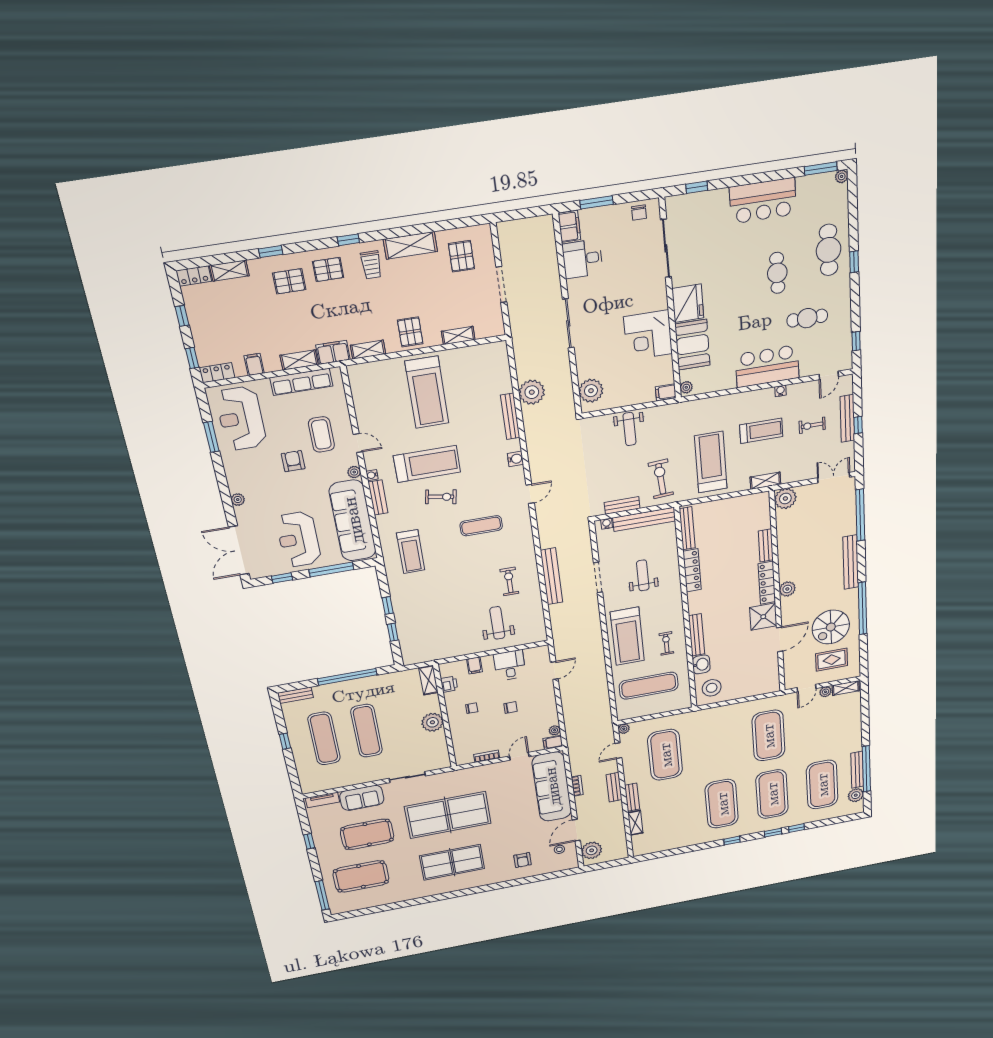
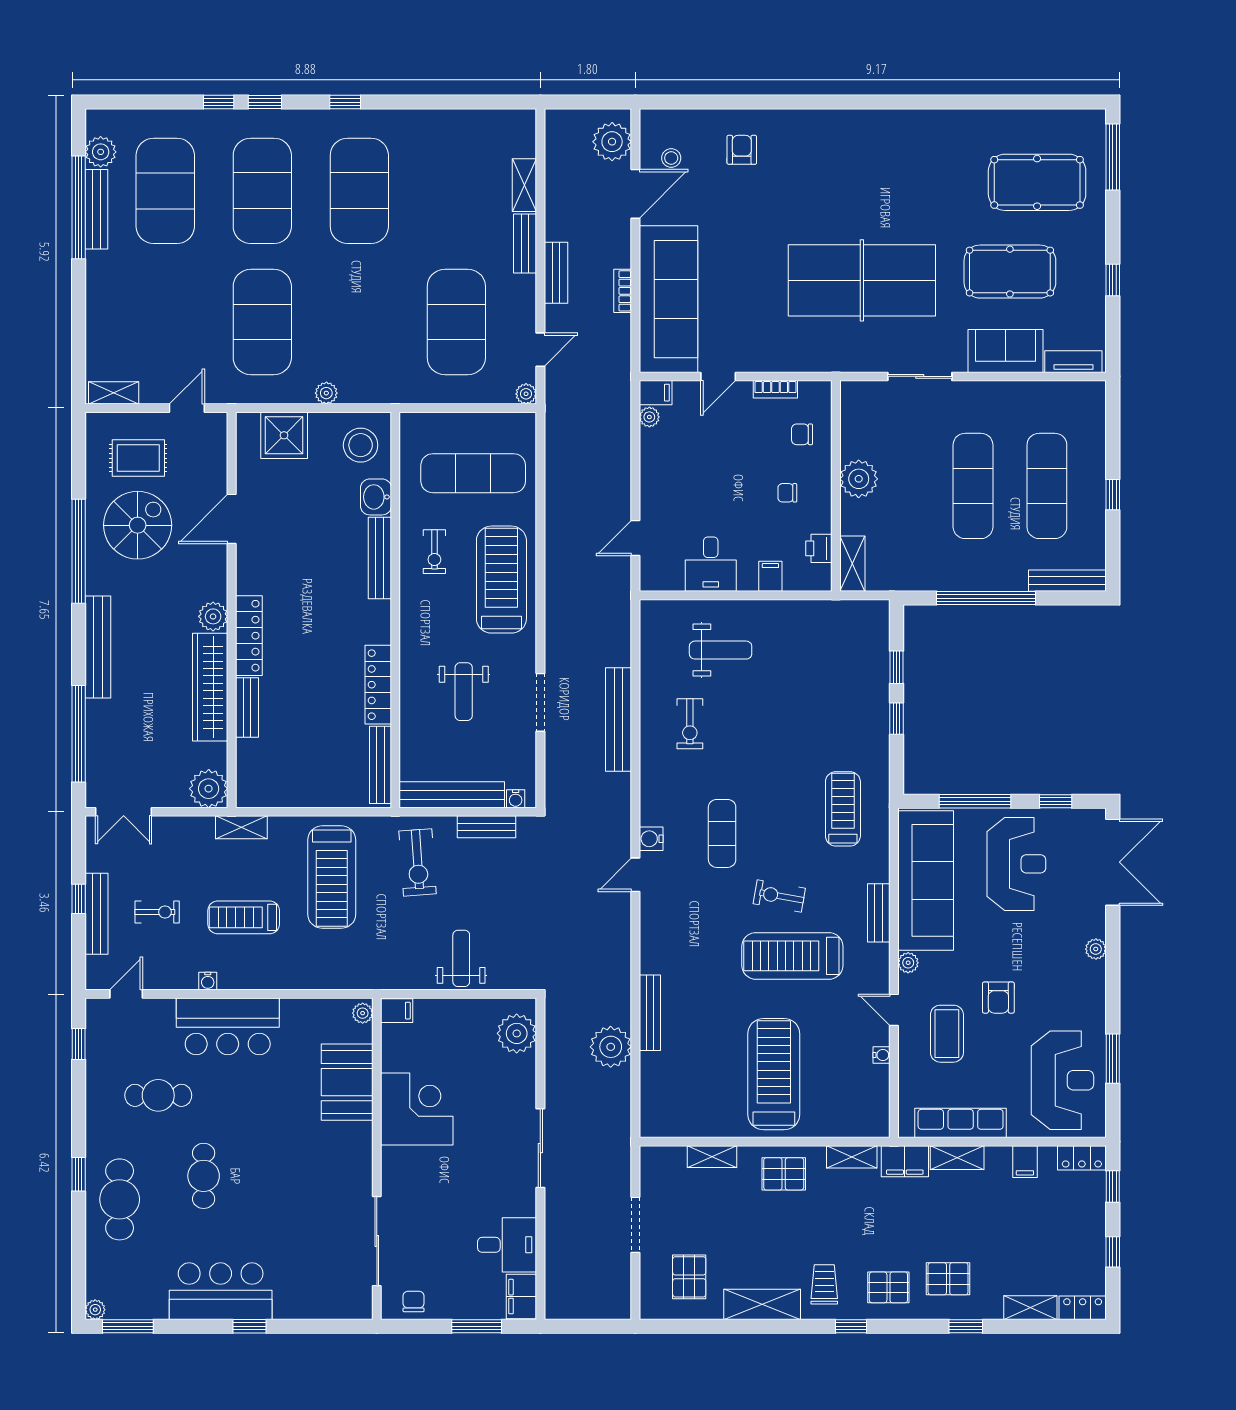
window: (697, 187) -> (249, 1326), moved
fridge: (688, 303) -> (349, 1150), removed
pallet: (410, 332) -> (784, 1174), turned 90
water cooler: (515, 459) -> (651, 839), moved
water cooler: (372, 475) -> (881, 1055), moved
exercise mat: (481, 526) -> (722, 833), turned 90
wardrobe: (787, 552) -> (210, 687), added
shower: (763, 617) -> (284, 435), moved
weight bench: (497, 623) -> (721, 650), turned -90
plant: (826, 692) -> (326, 393), moved
bench: (295, 695) -> (1067, 581), width x1.36
chair: (511, 707) -> (802, 434), moved
table tennis table: (452, 862) -> (870, 175), removed

